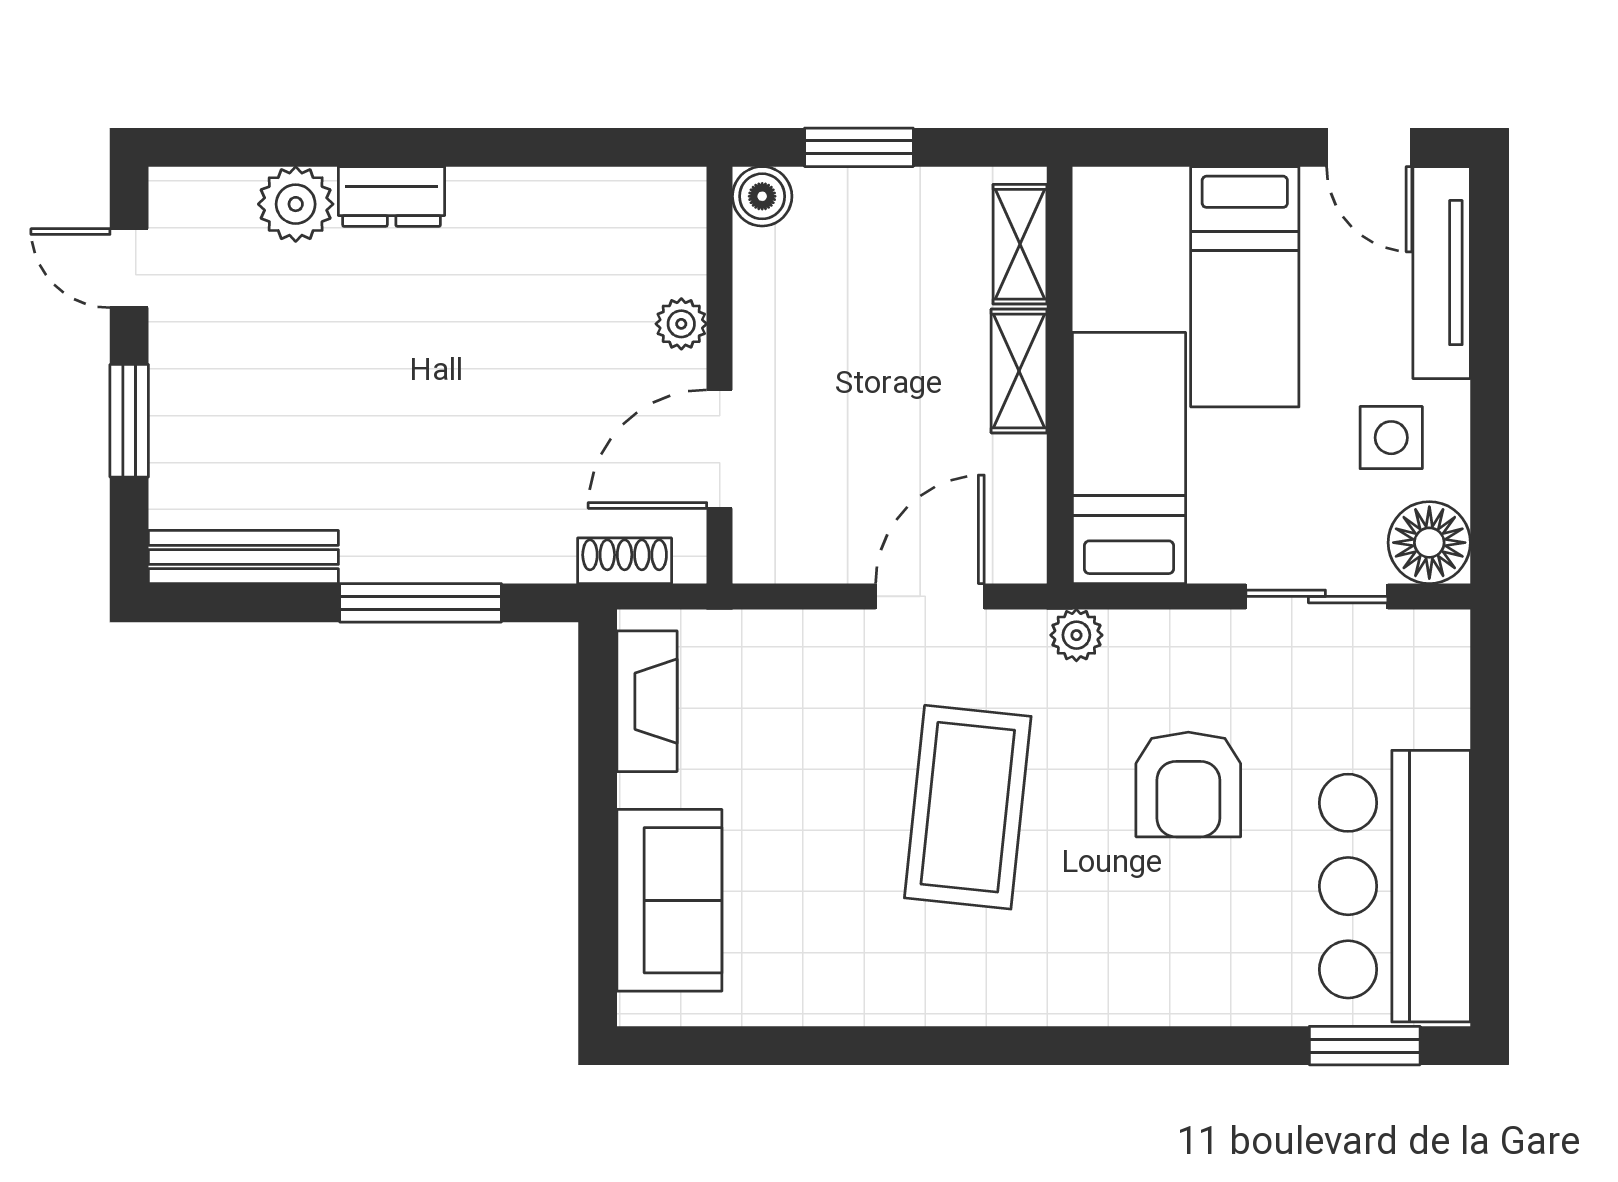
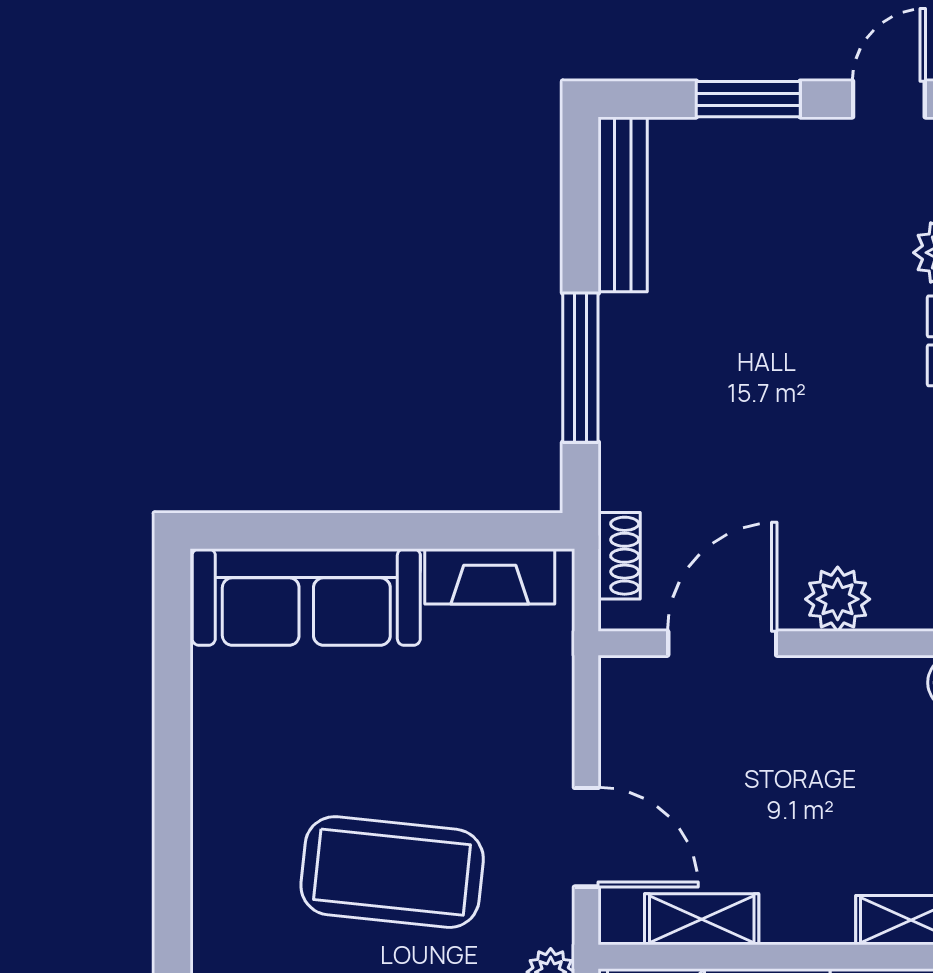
plant: (681, 324) -> (838, 599), width x1.38, depth x1.38
shelving: (1019, 371) -> (702, 919), moved
door: (720, 449) -> (722, 643), hinge flipped
sofa: (669, 900) -> (306, 597), width x1.36

